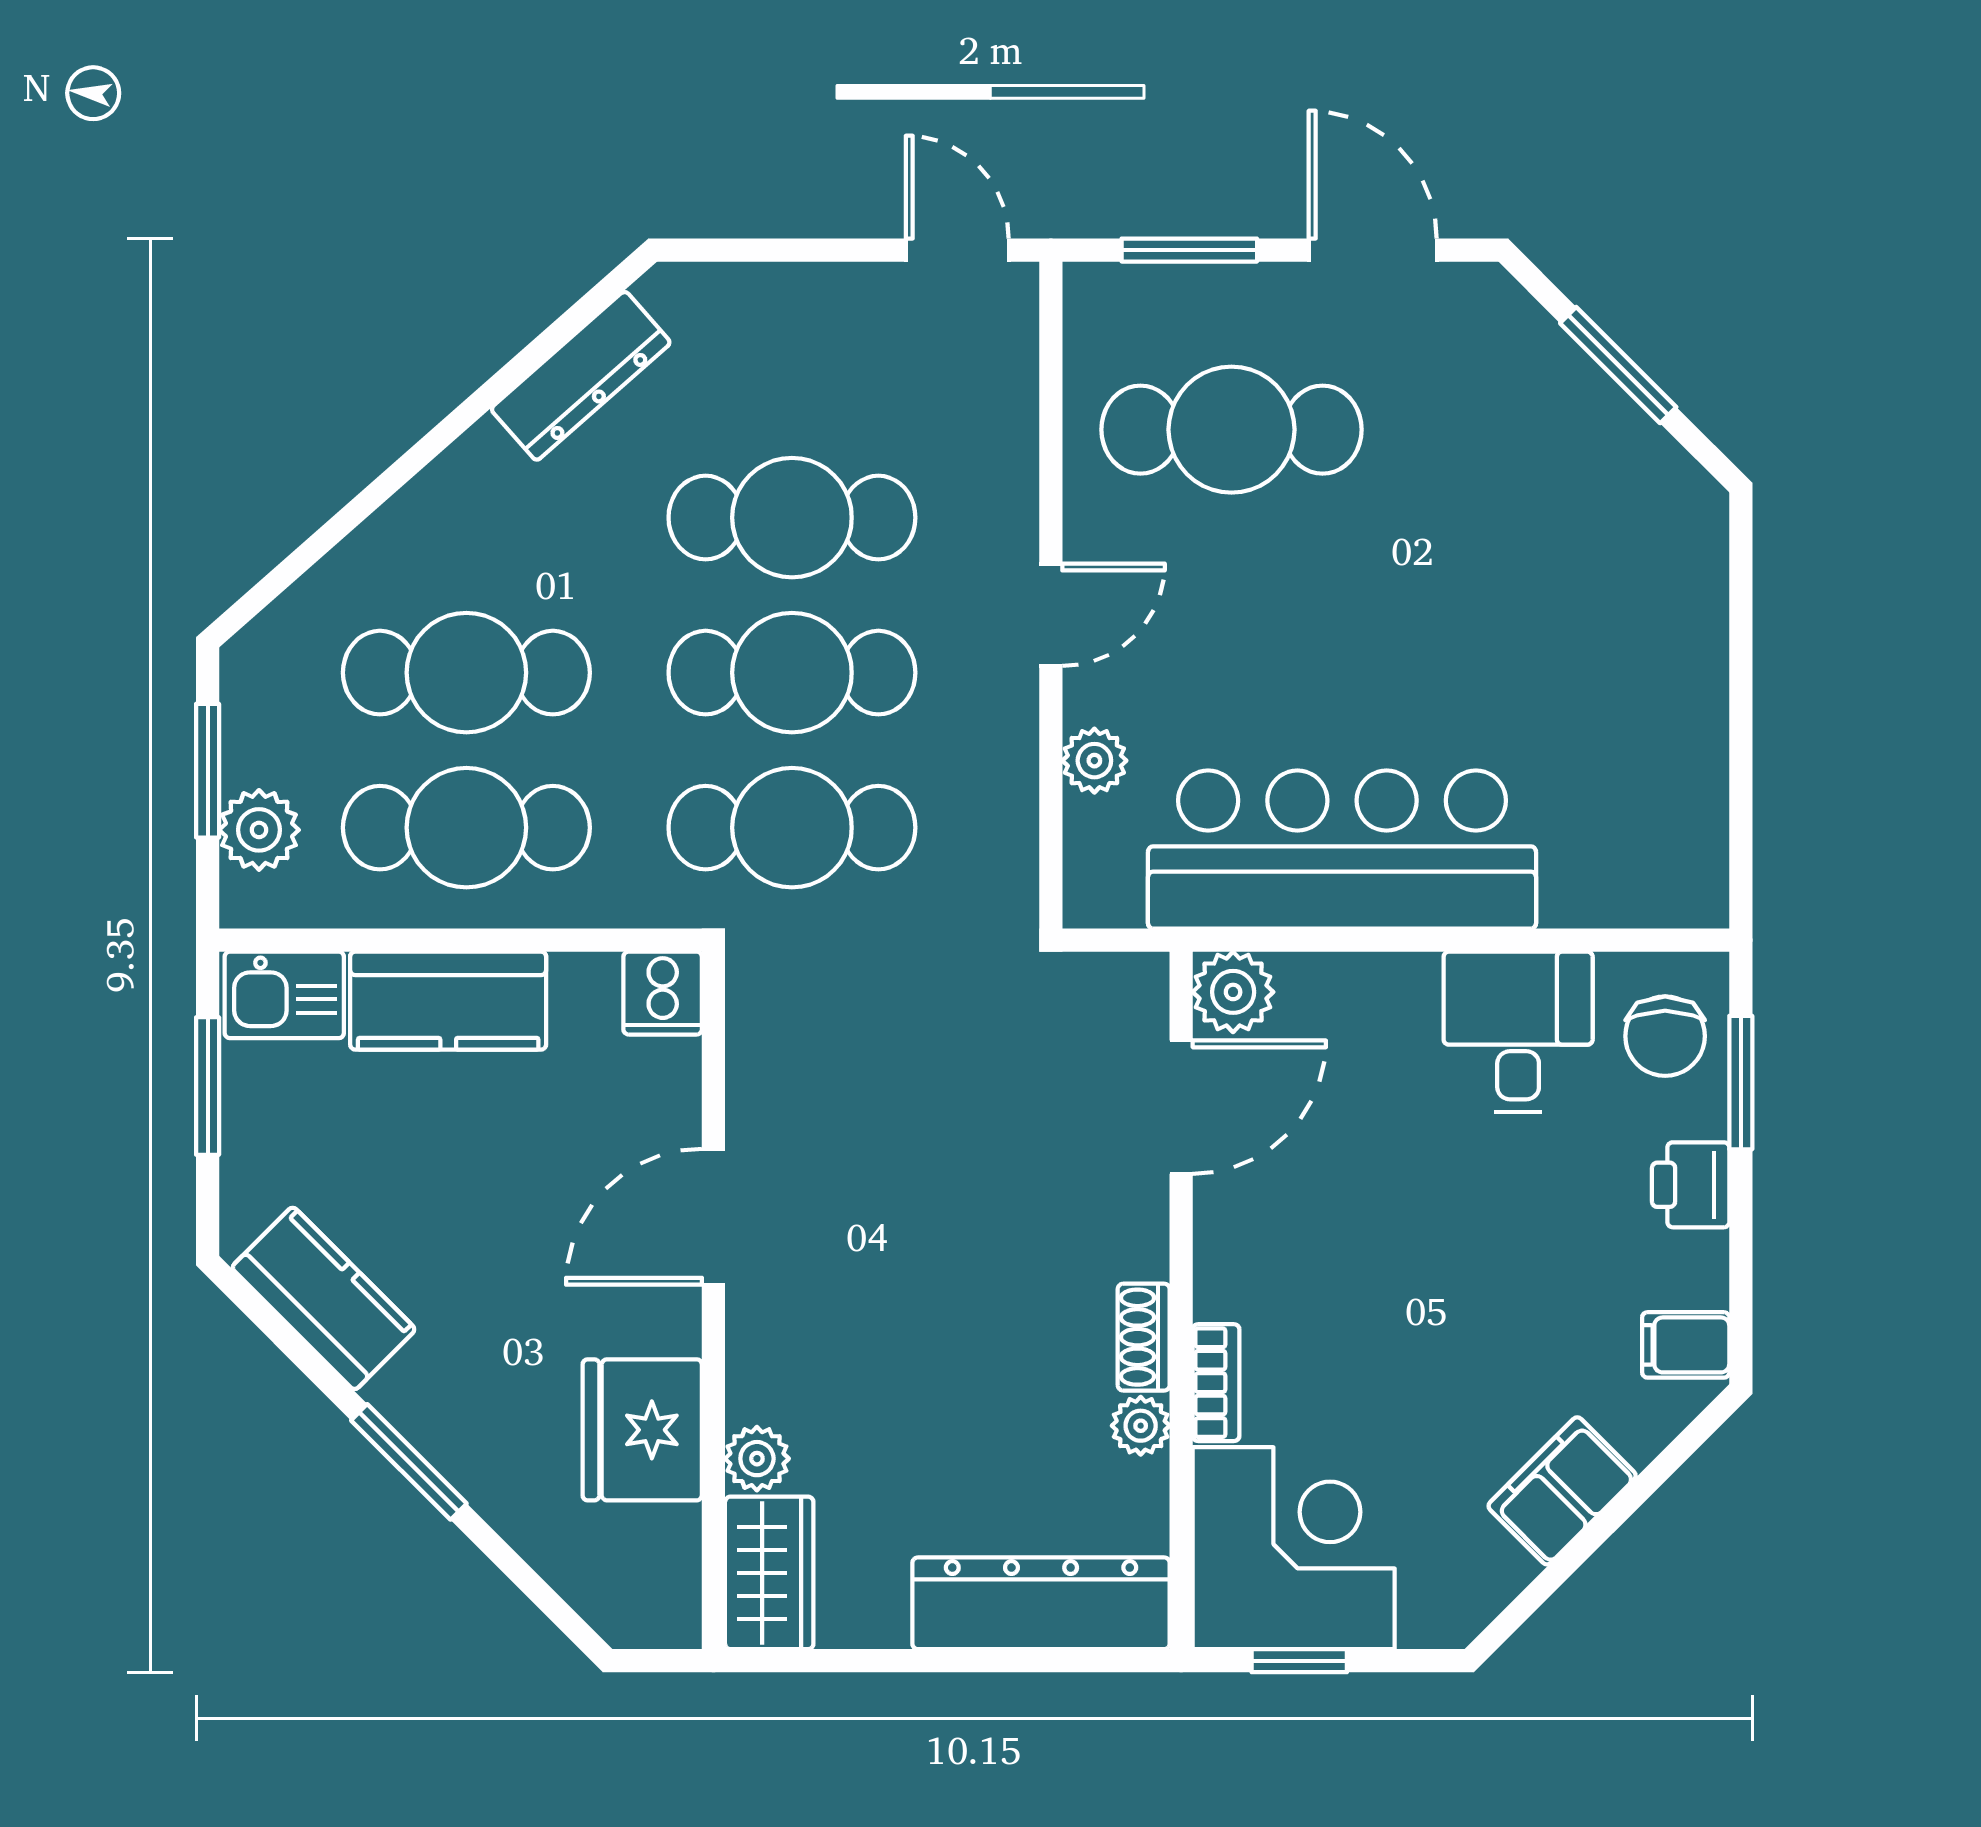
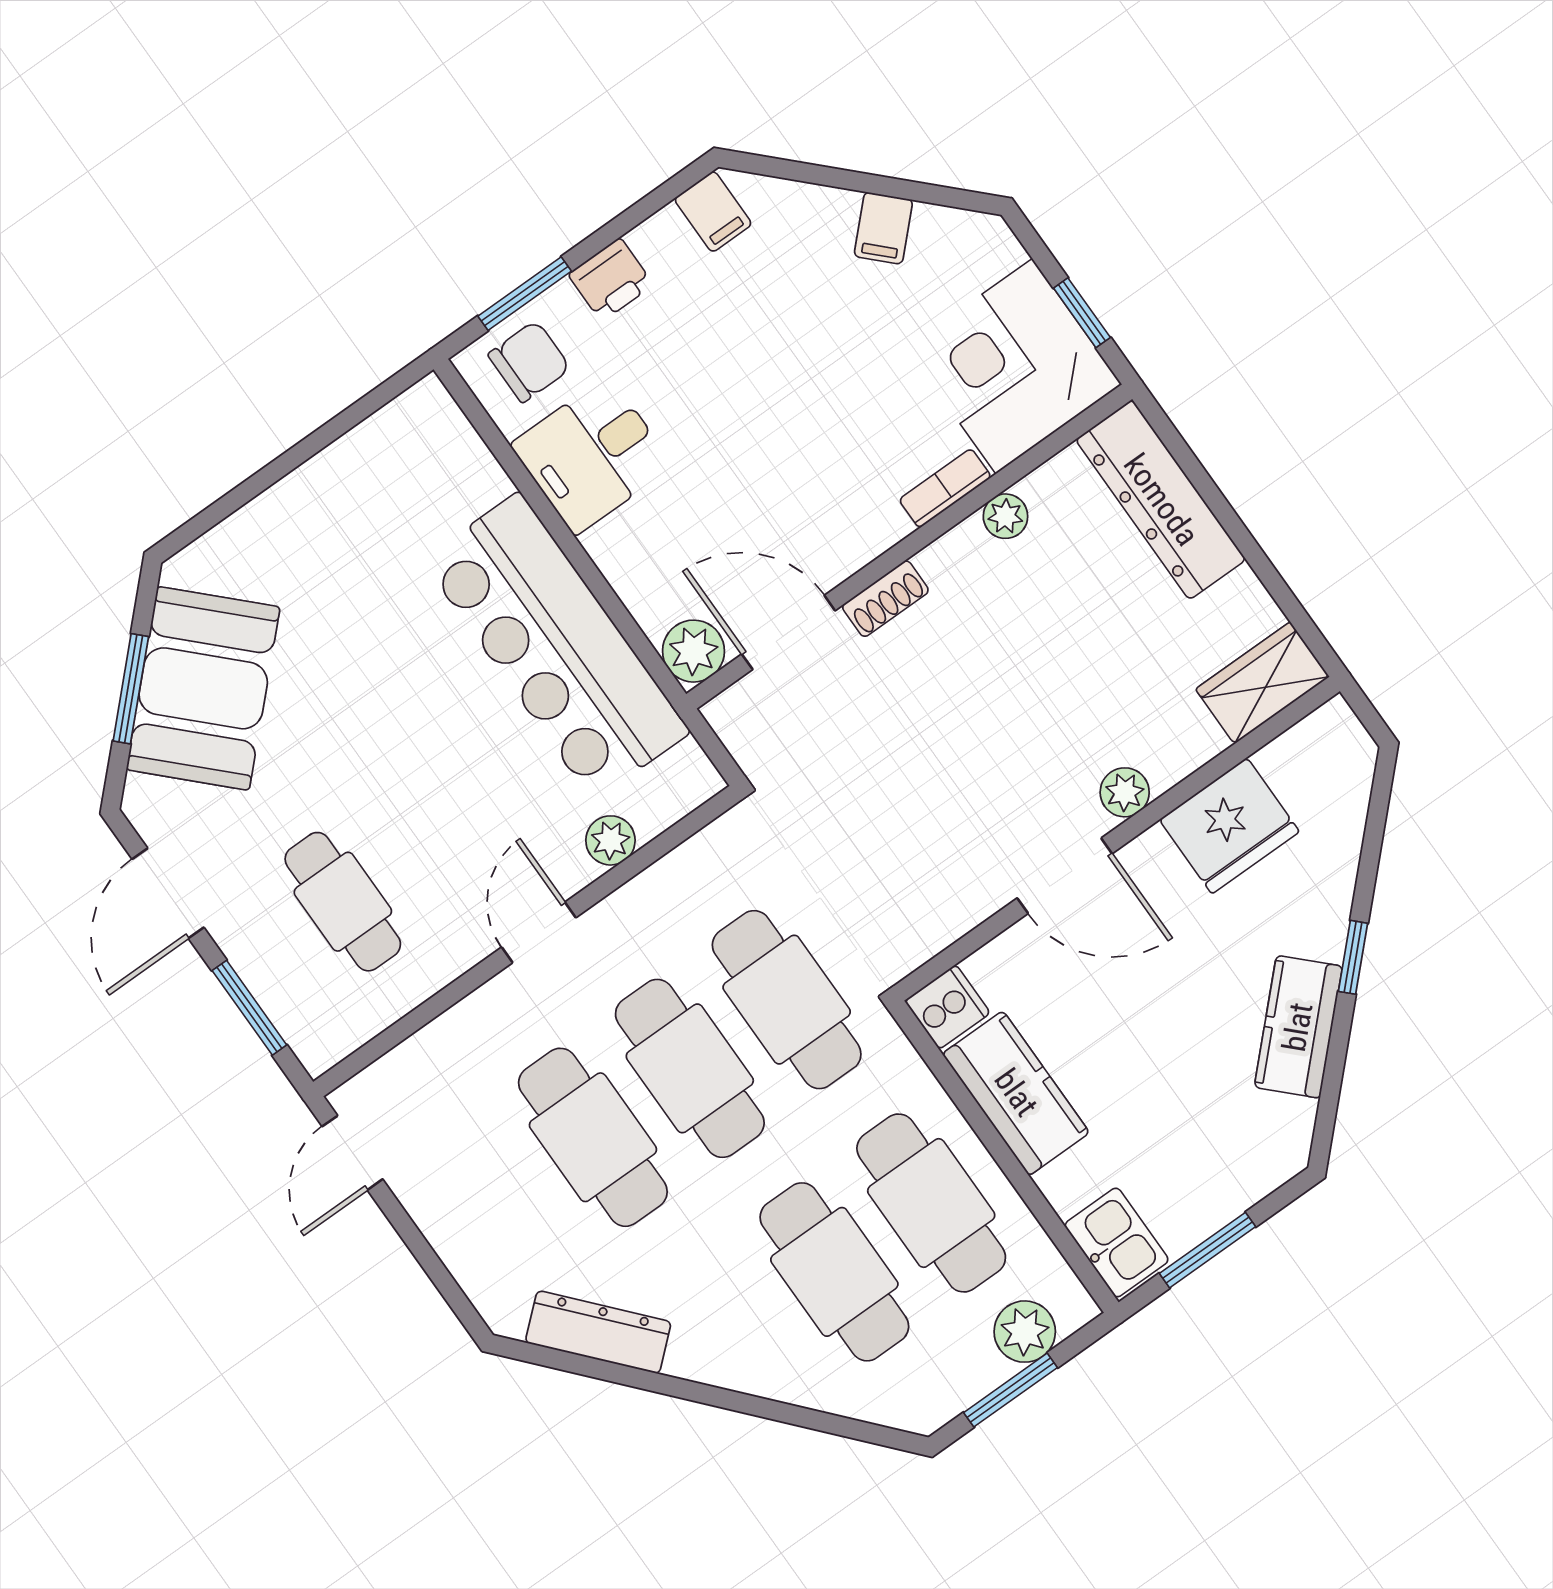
cafe table: (1231, 430) -> (343, 902), width x0.73, depth x0.74
booth: (1564, 442) -> (203, 688), added
door: (1051, 615) -> (539, 932), hinge flipped
kitchen counter: (448, 1001) -> (1016, 1093), moved
kitchen counter: (324, 1298) -> (1298, 1027), moved
shoe rack: (1144, 1337) -> (885, 599), moved
plant: (757, 1459) -> (1125, 792), moved
window: (409, 1462) -> (1353, 957), width x0.67
filing cabinet: (1562, 1491) -> (883, 228), width x0.50

